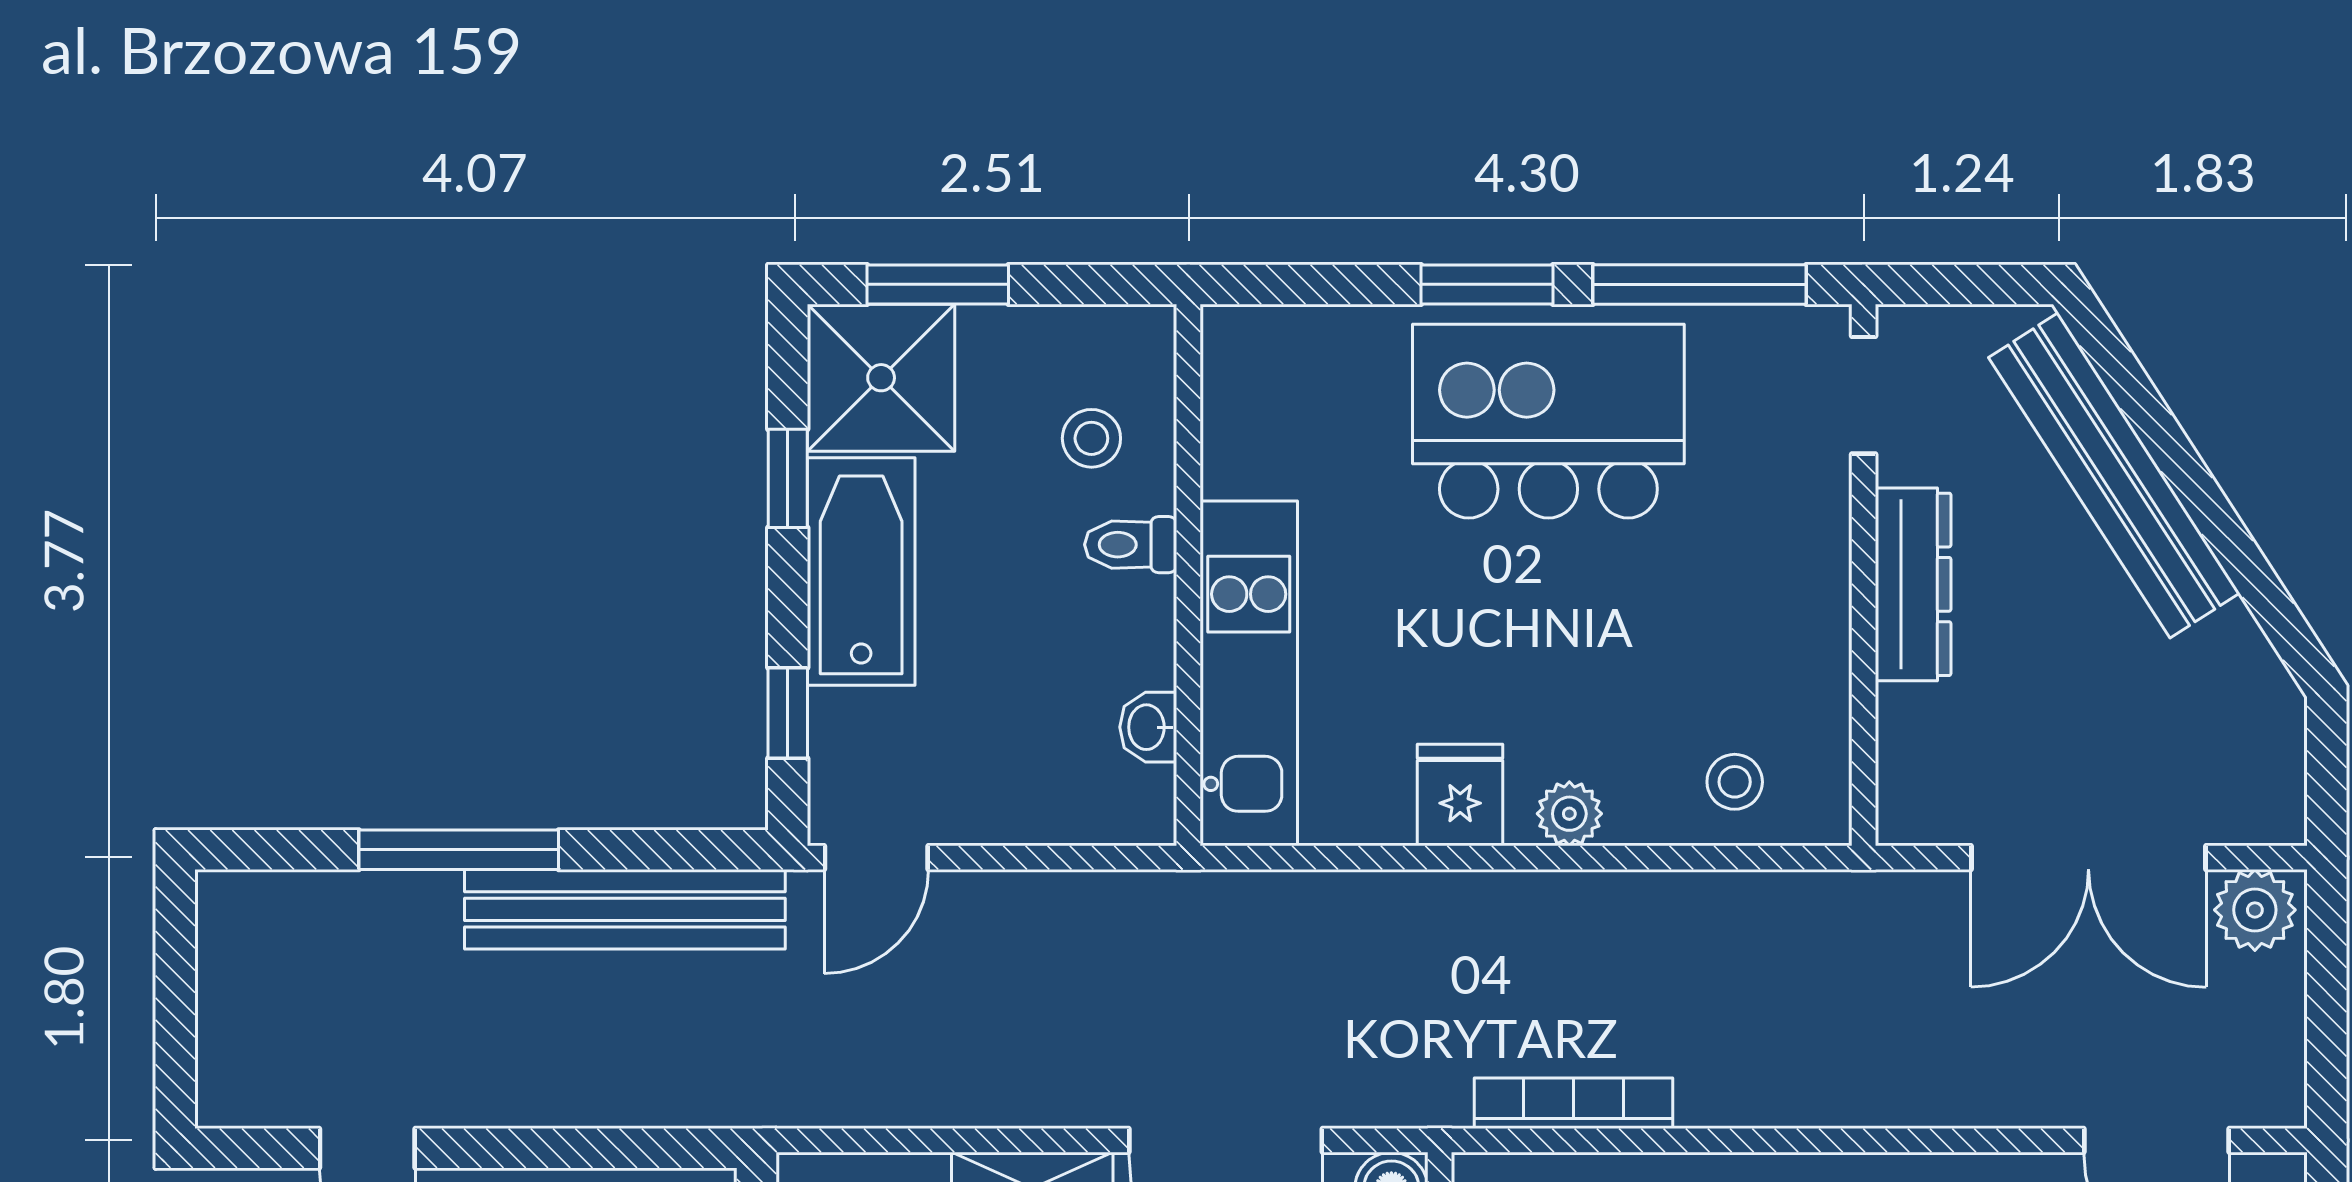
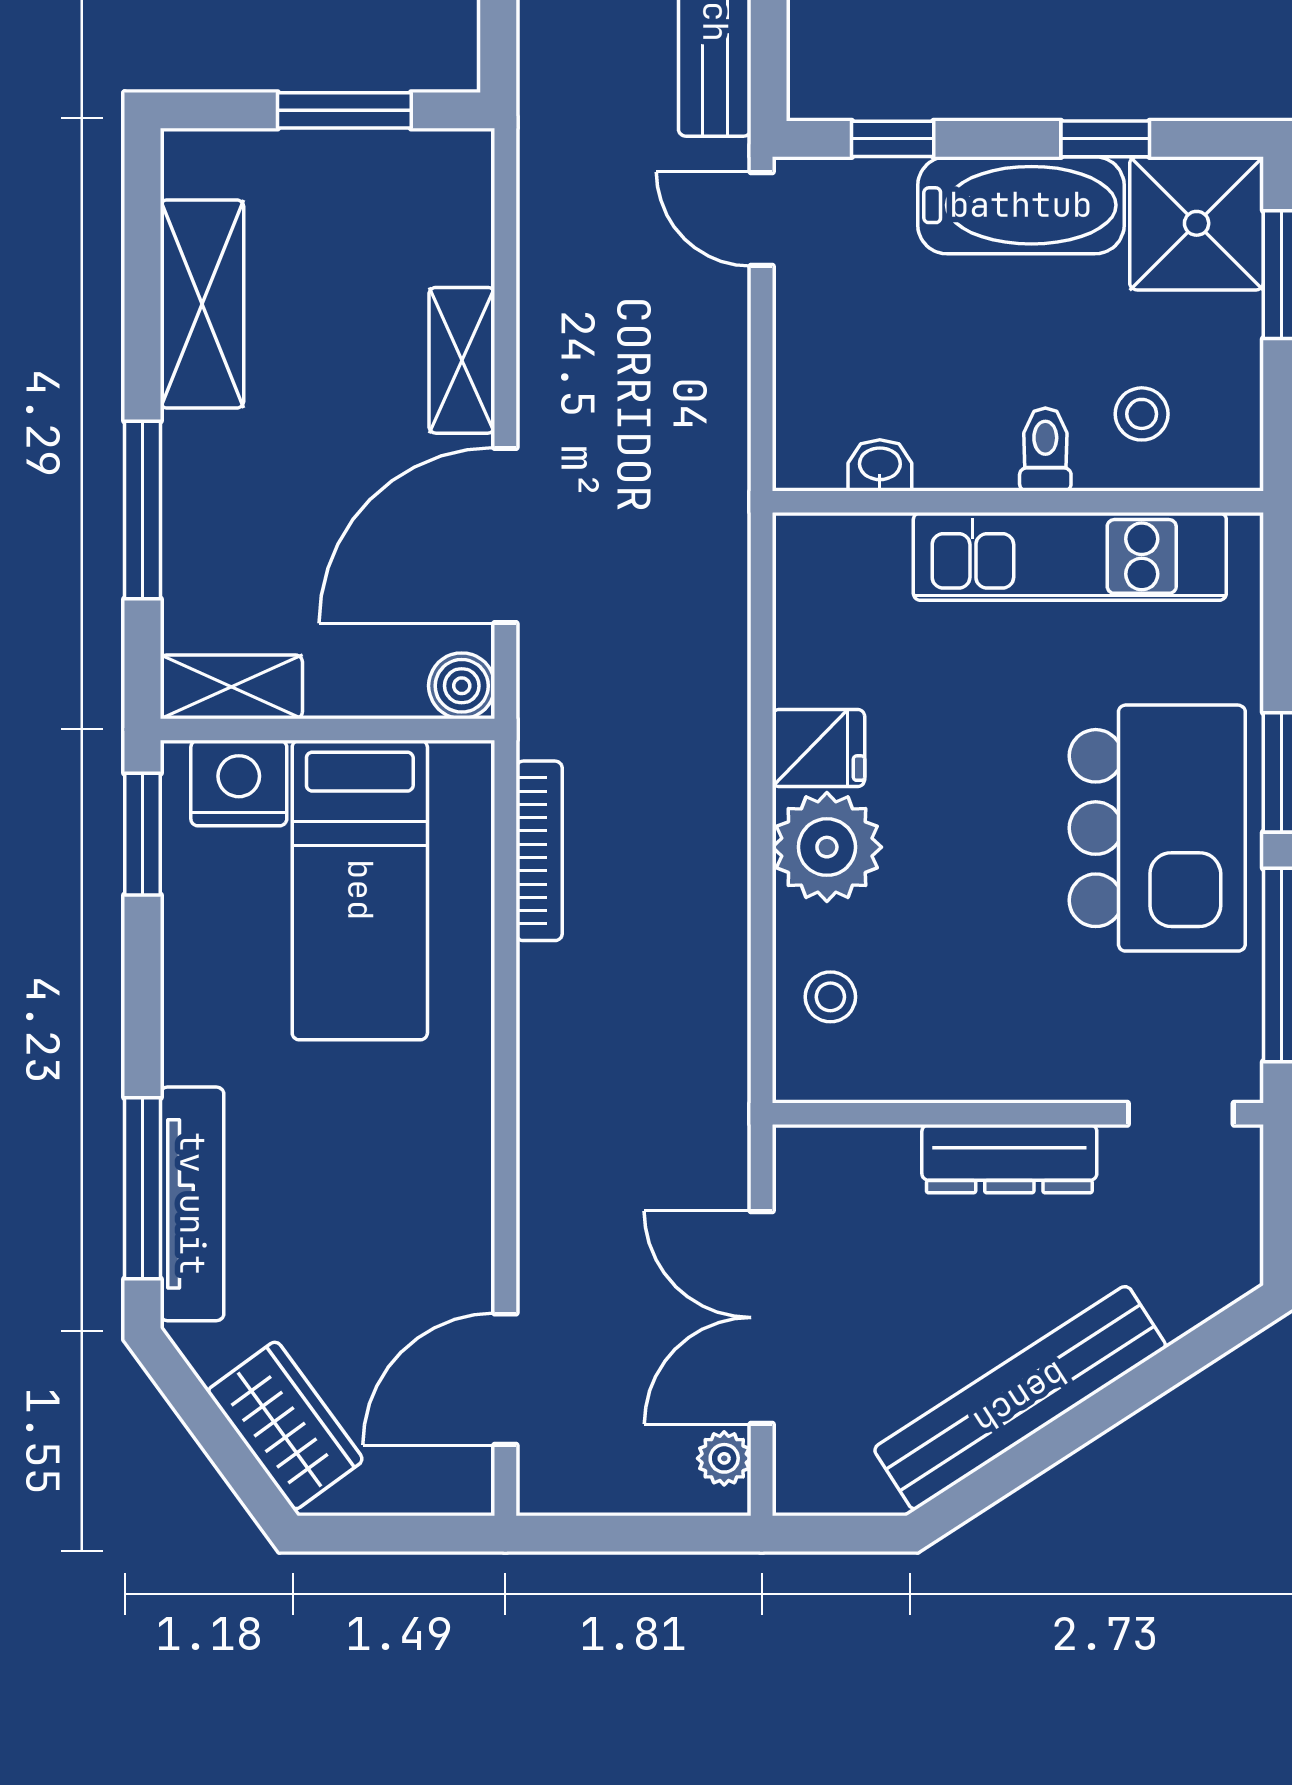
bench: (2114, 475) -> (1020, 1398), moved
kitchen unit: (1249, 673) -> (1070, 556), moved
plant: (1569, 814) -> (827, 847), width x1.88, depth x1.88
plant: (2255, 910) -> (724, 1458), width x0.73, depth x0.73

